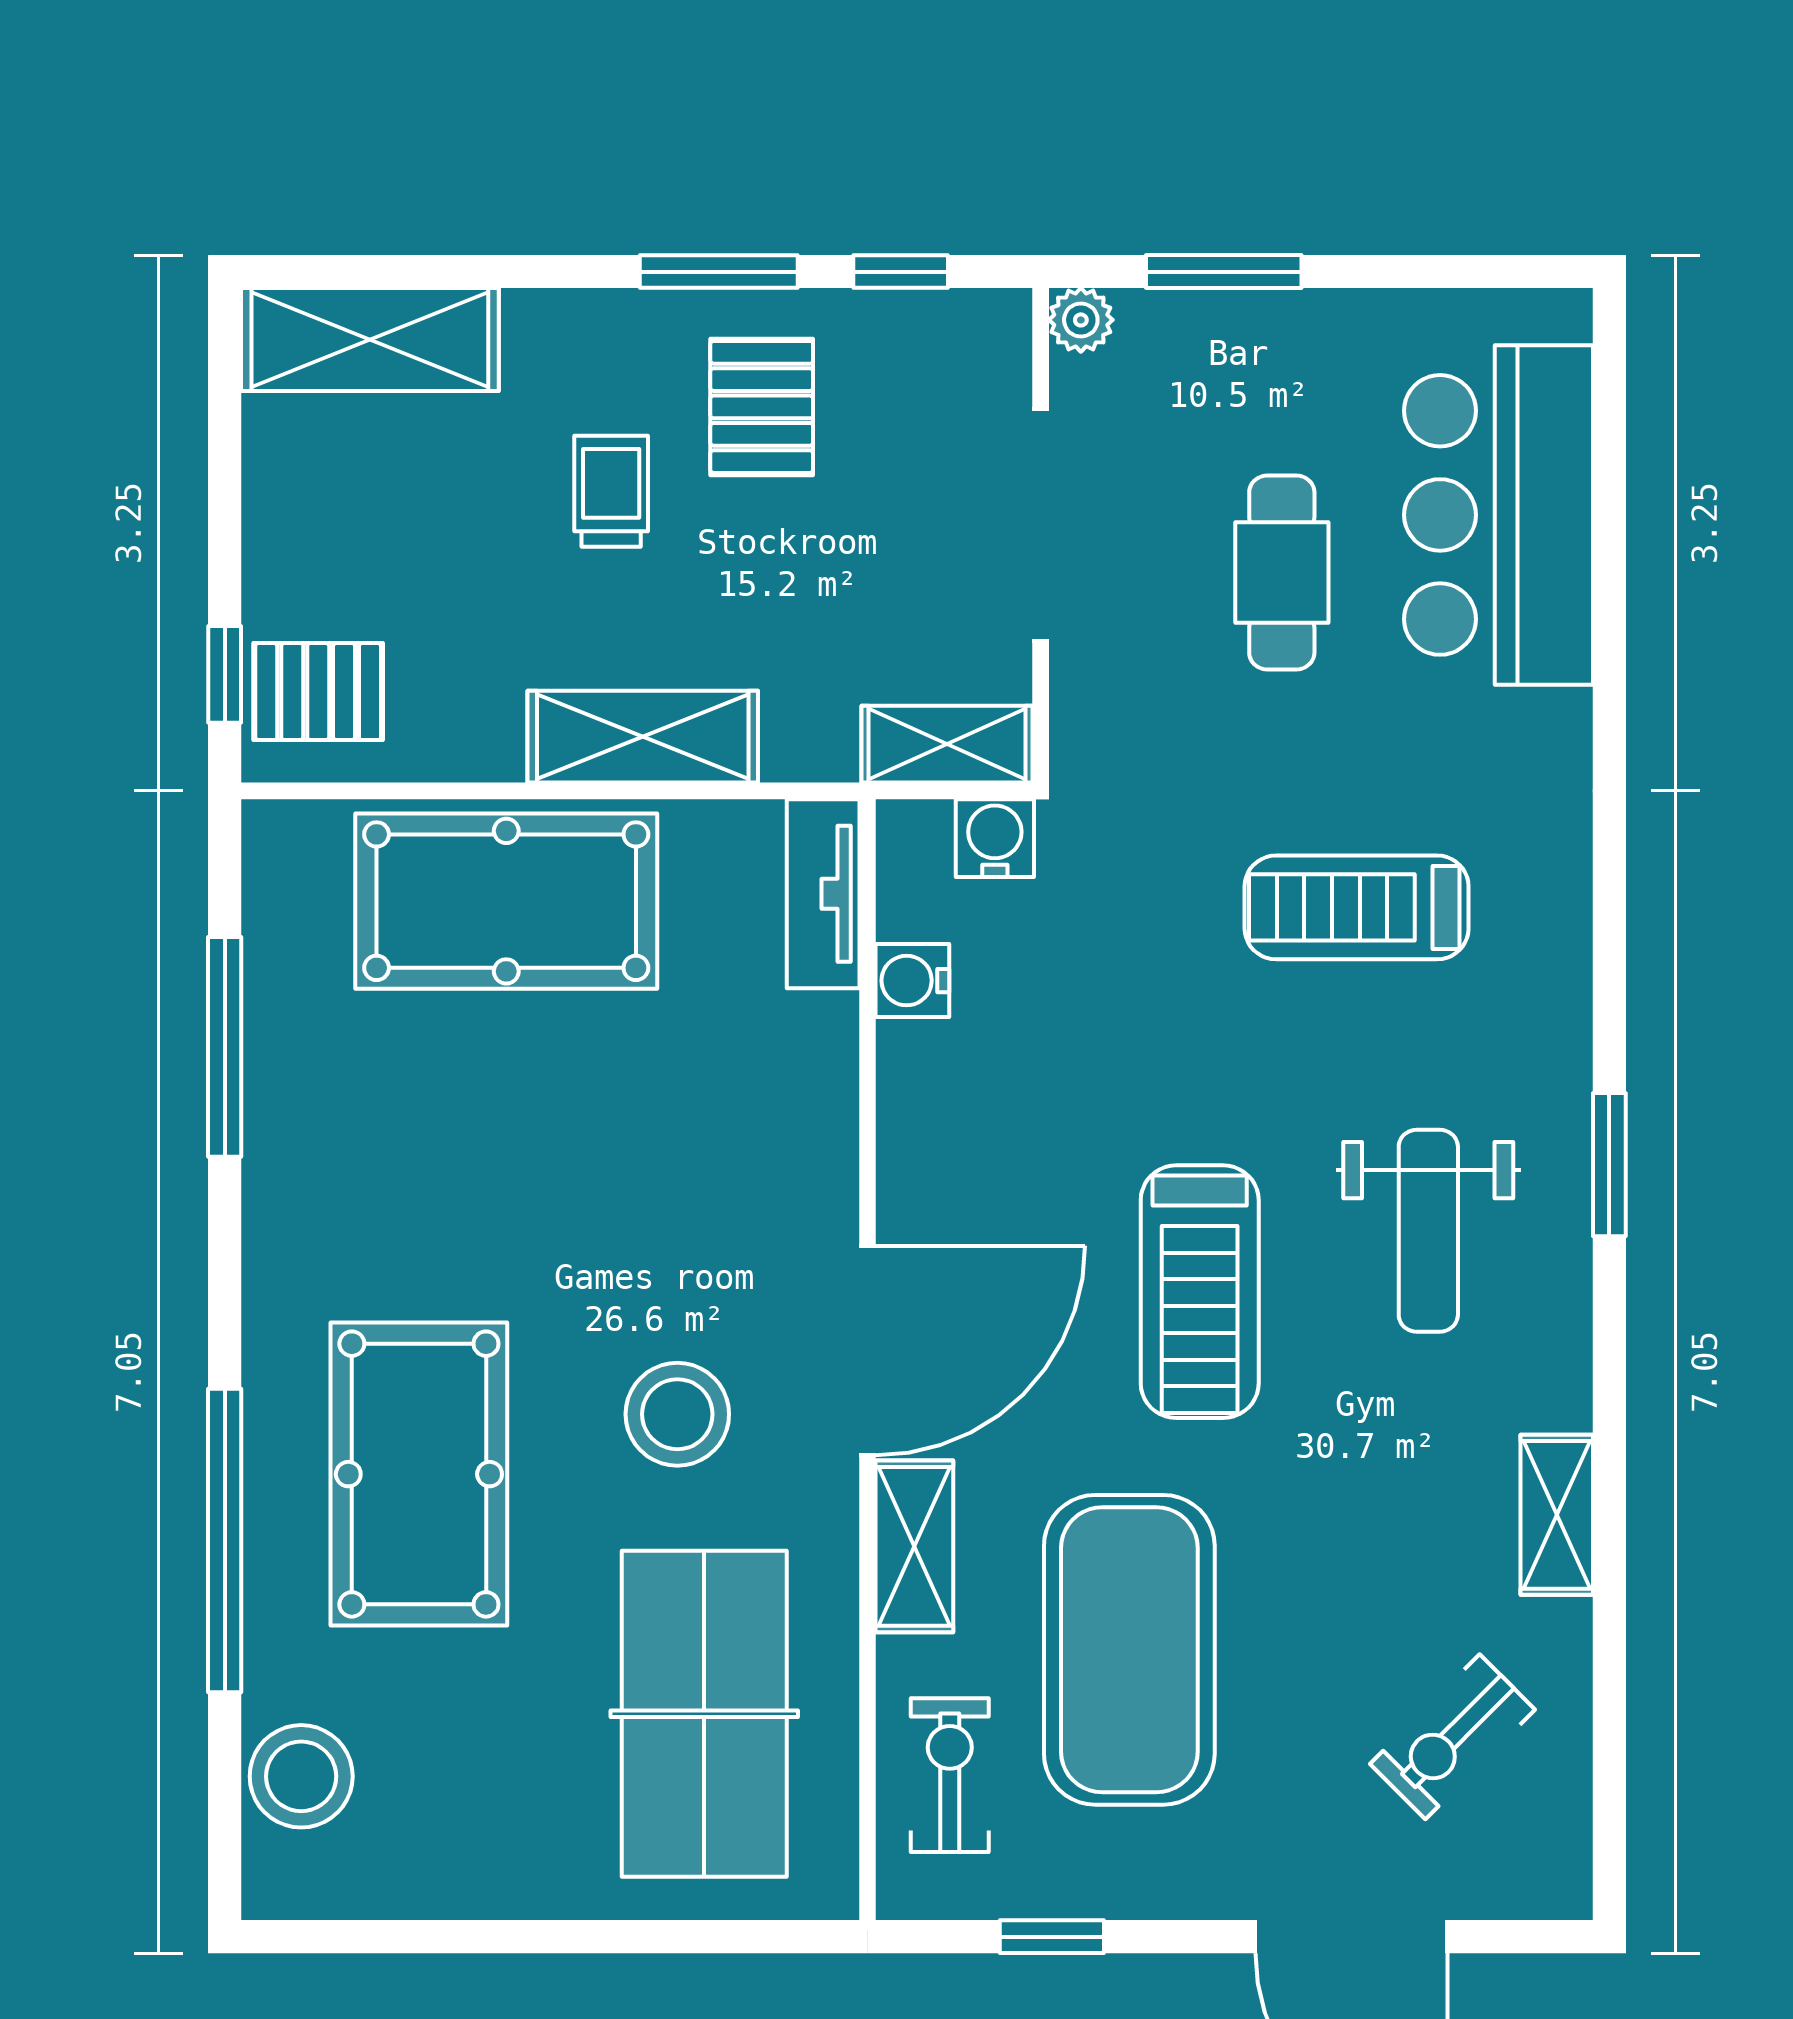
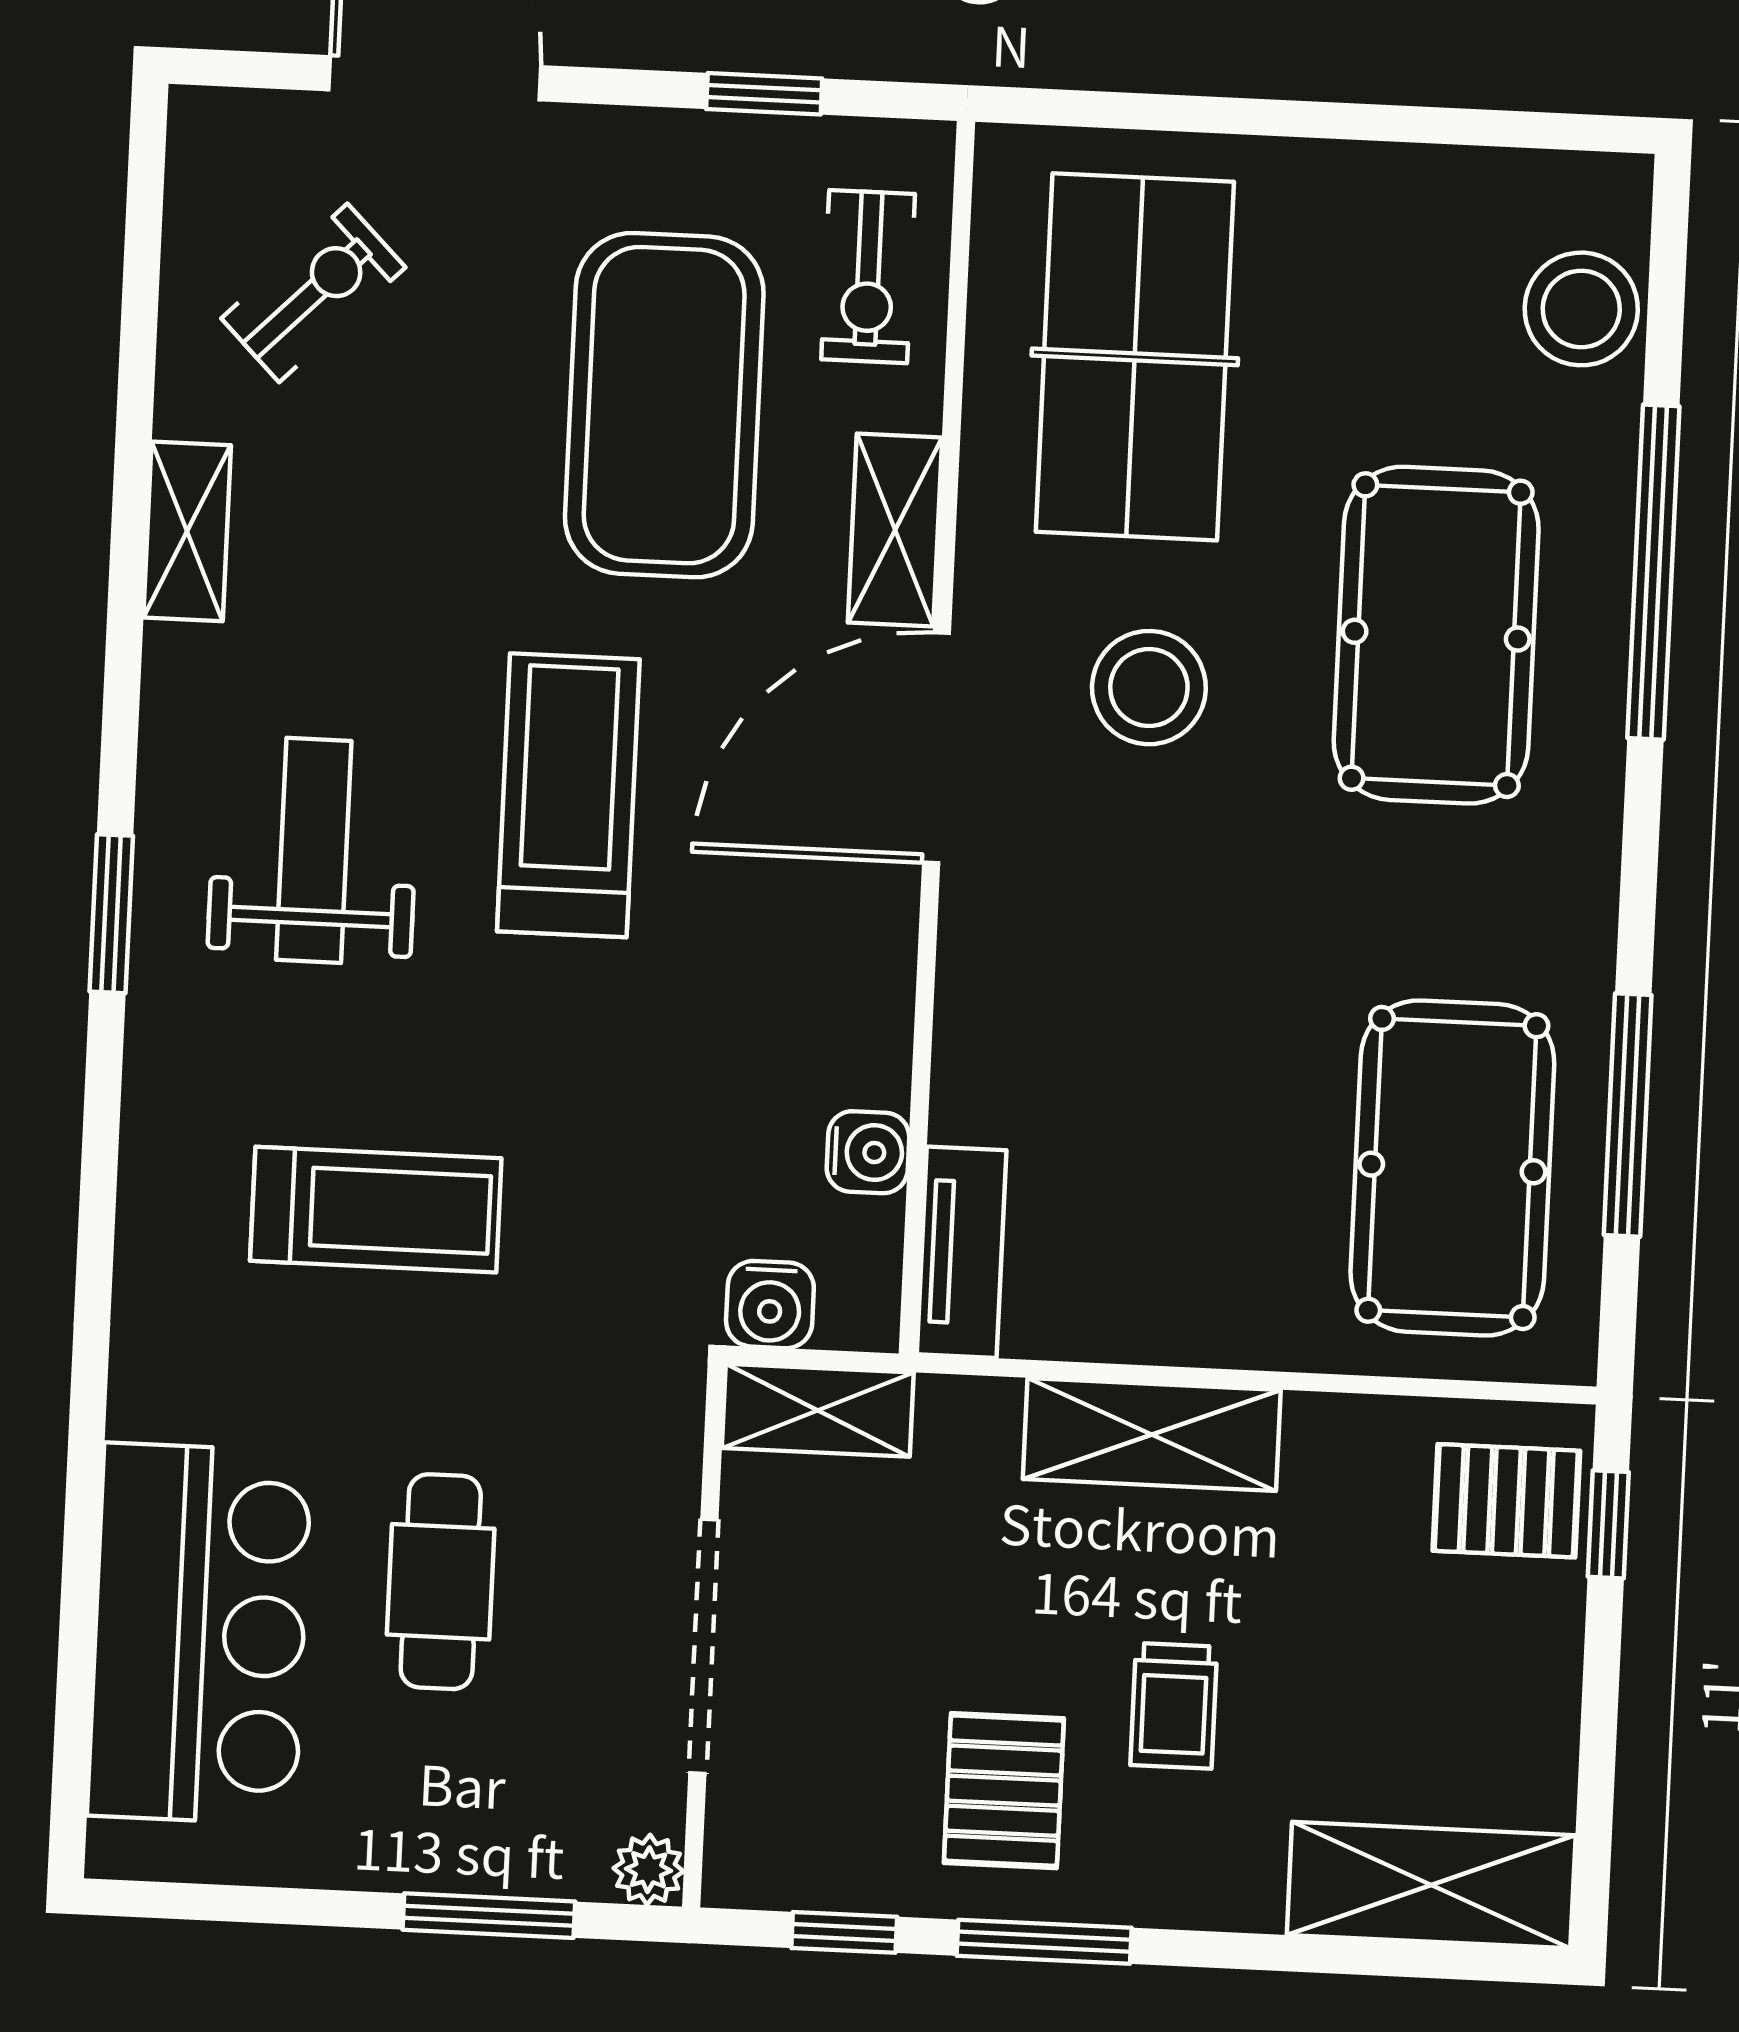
pool table: (506, 901) -> (1452, 1168), moved, turned 90

